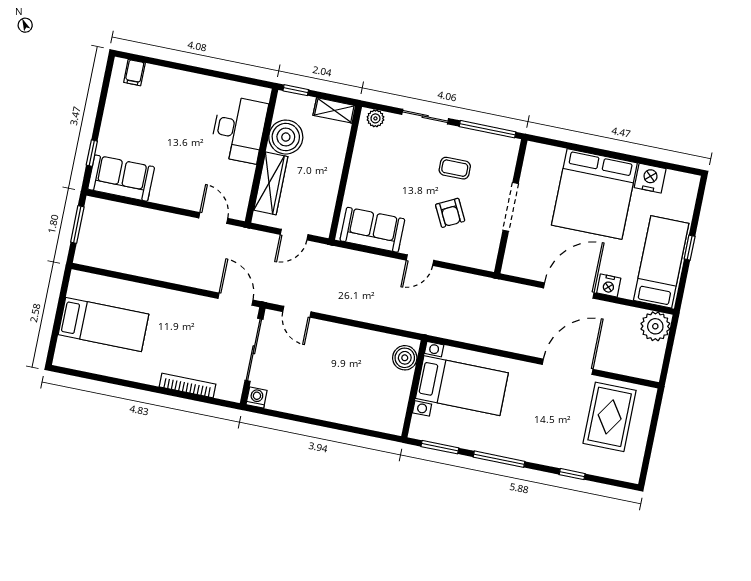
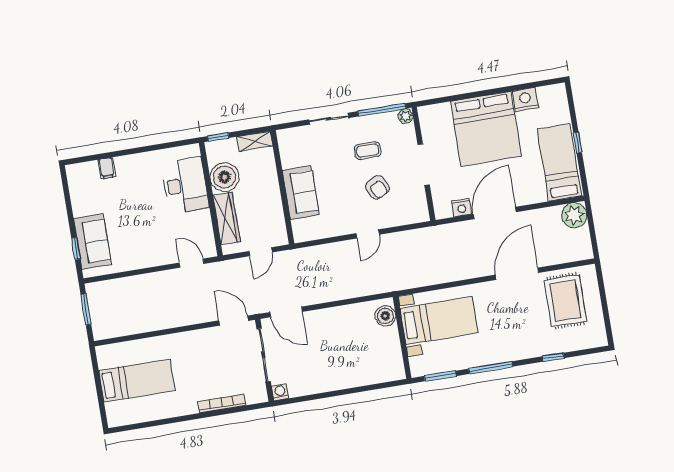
filing cabinet: (134, 73) -> (107, 168), moved
plant: (375, 118) -> (405, 116), moved
sofa: (121, 178) -> (93, 242), moved, turned 90
sofa: (372, 230) -> (301, 193), moved, turned 90
nightstand: (609, 286) -> (461, 208), moved
door: (297, 312) -> (286, 312), width x1.38

